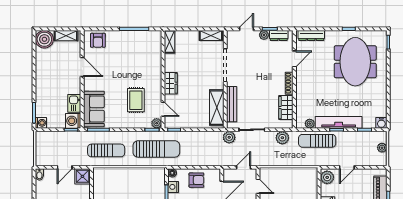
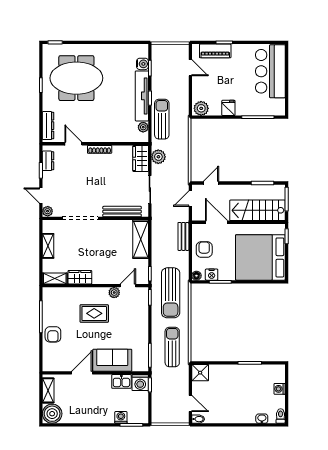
plant: (264, 35) -> (48, 211), moved
shelving: (211, 36) -> (48, 246), moved
armchair: (98, 40) -> (53, 334), moved, turned 90
wardrobe: (171, 83) -> (80, 277), moved
rug: (136, 100) -> (94, 313), moved
shelving: (217, 108) -> (141, 239), moved, turned 90
wardrobe: (286, 108) -> (141, 158), moved, turned 90
sofa: (94, 109) -> (112, 360), moved
washing machine: (41, 123) -> (121, 417), moved
plant: (157, 123) -> (114, 293), moved
water cooler: (381, 123) -> (142, 64), moved
plant: (229, 137) -> (158, 214), removed
sun lounger: (317, 141) -> (162, 119), turned 180
plant: (382, 148) -> (169, 49), removed
sun lounger: (156, 149) -> (171, 293), turned 180
bench: (209, 161) -> (183, 236), added
door: (65, 167) -> (190, 403), moved
door: (244, 167) -> (190, 199), hinge flipped
door: (347, 167) -> (190, 68), moved

